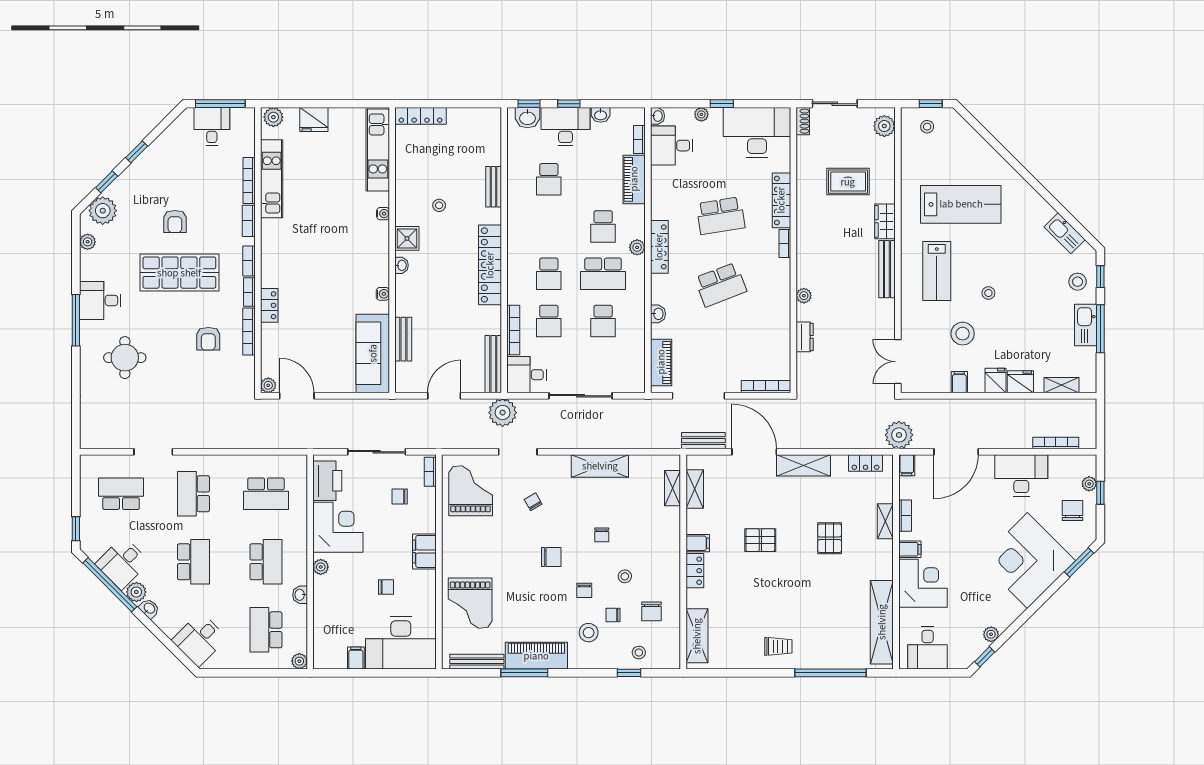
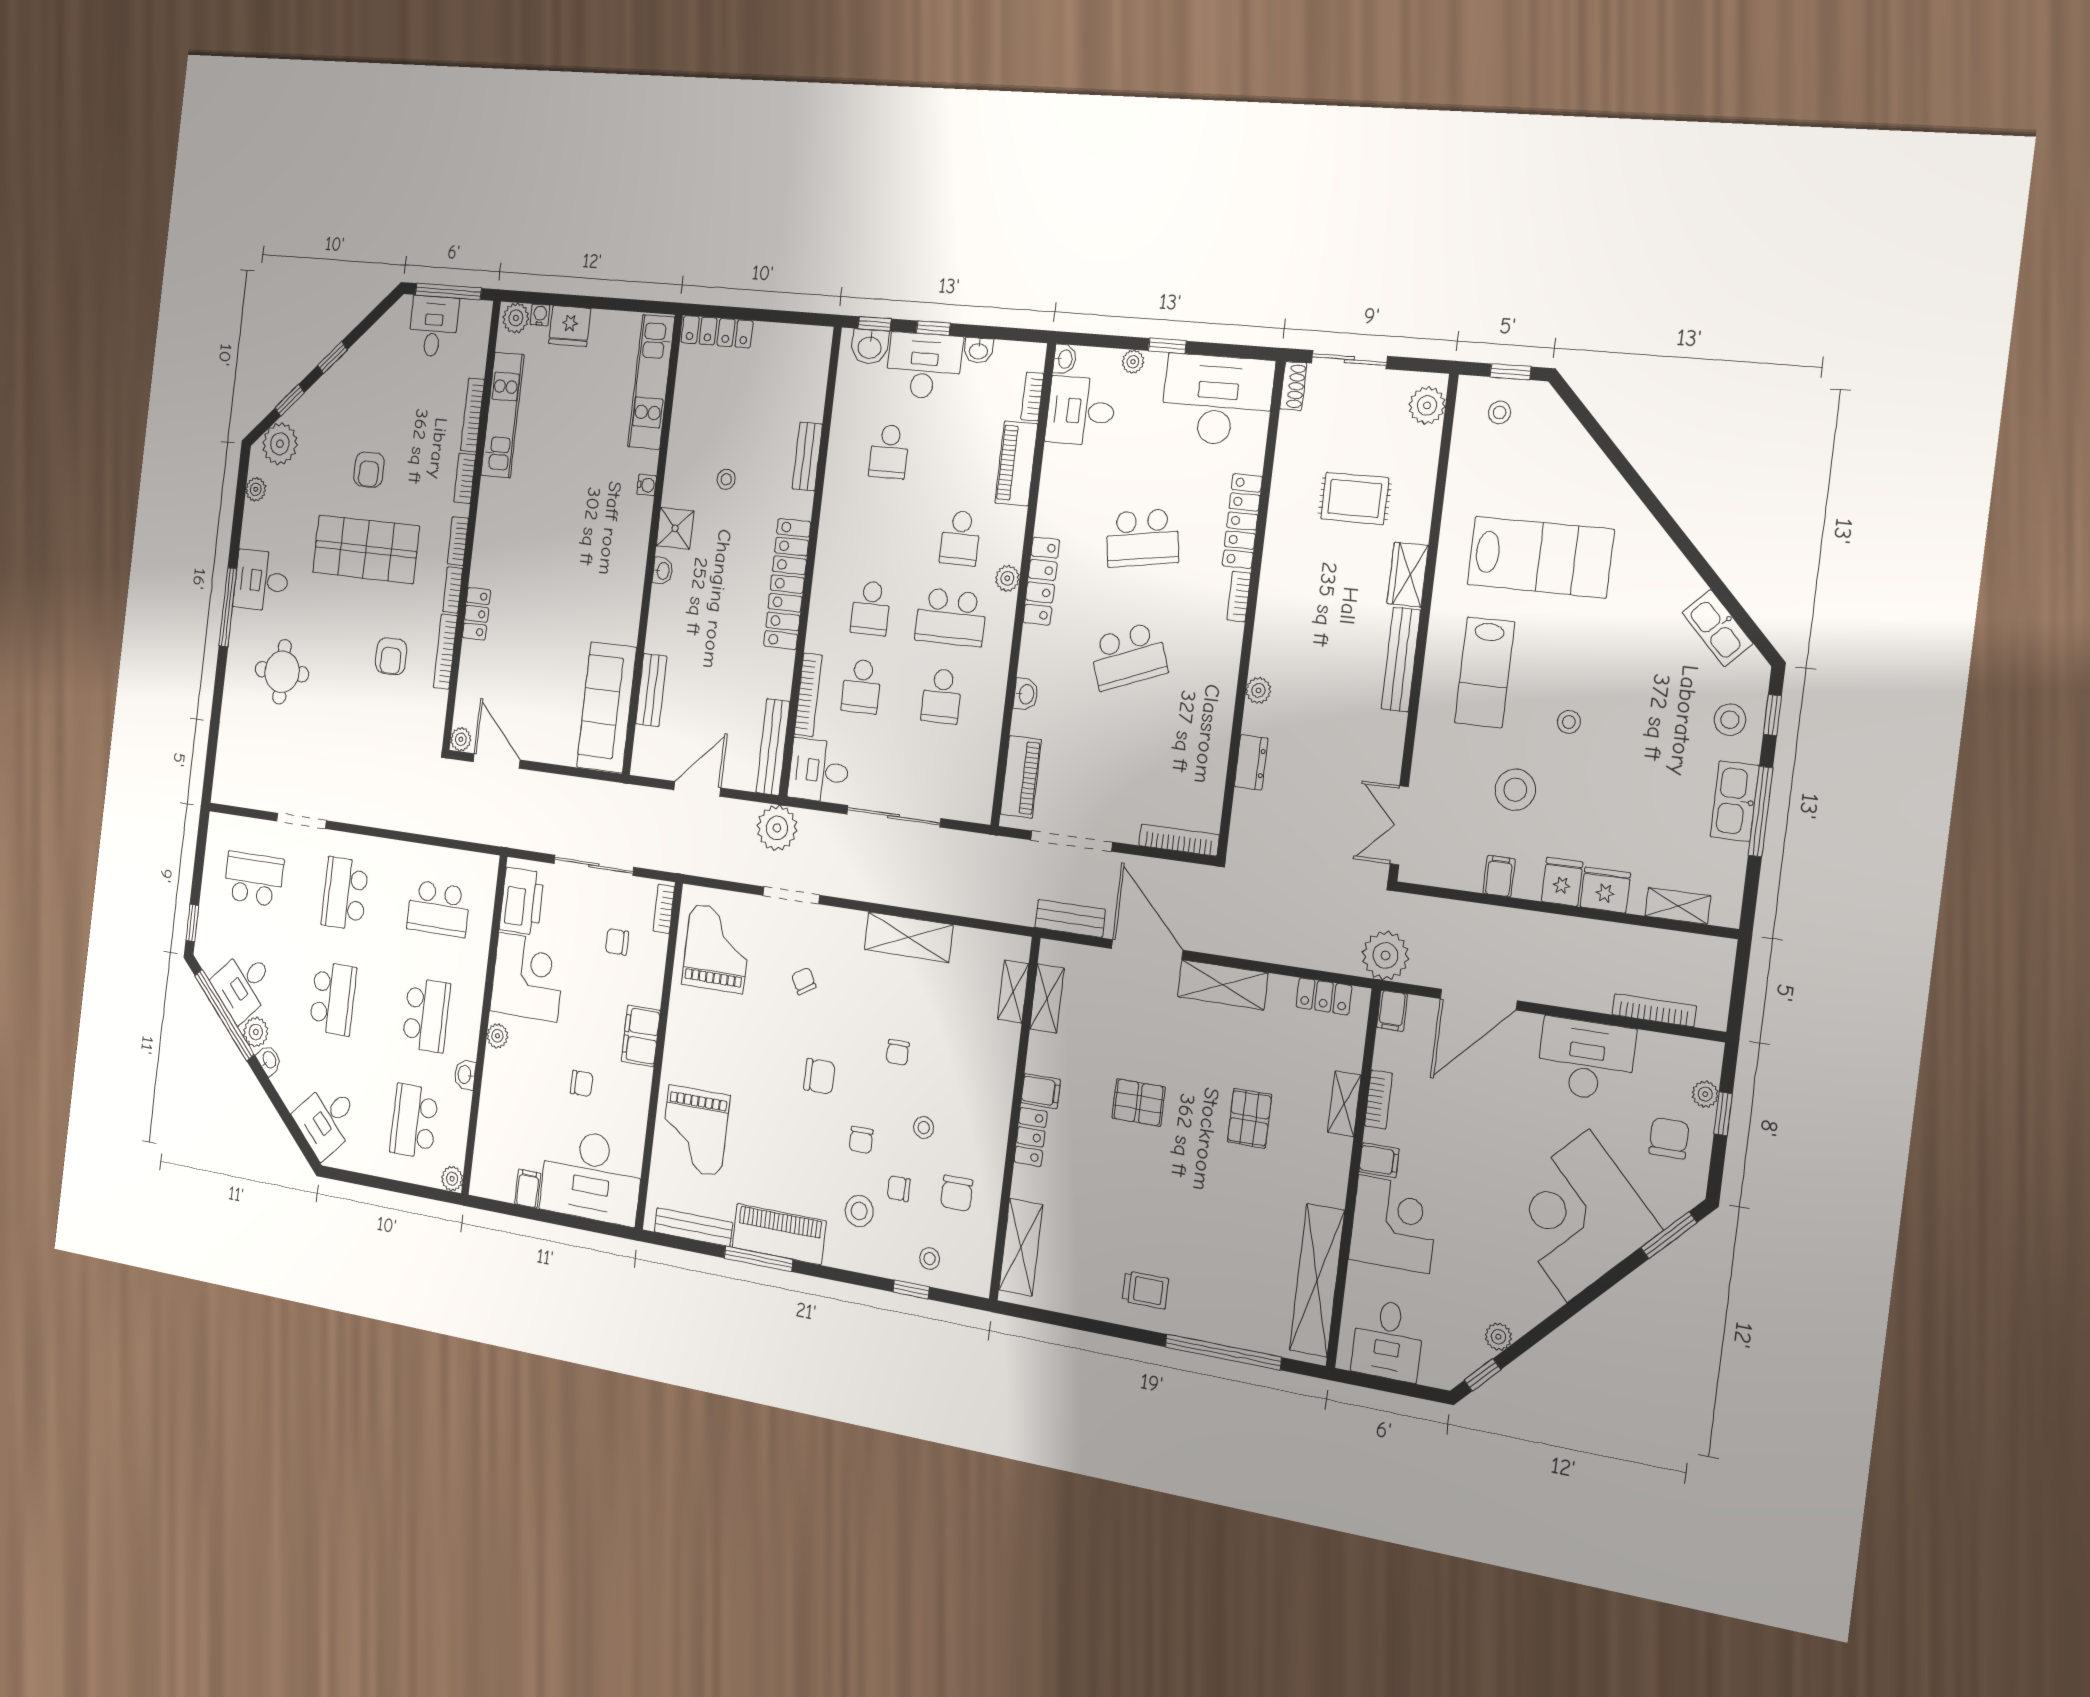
water cooler: (383, 294) -> (540, 315), moved, turned -90

